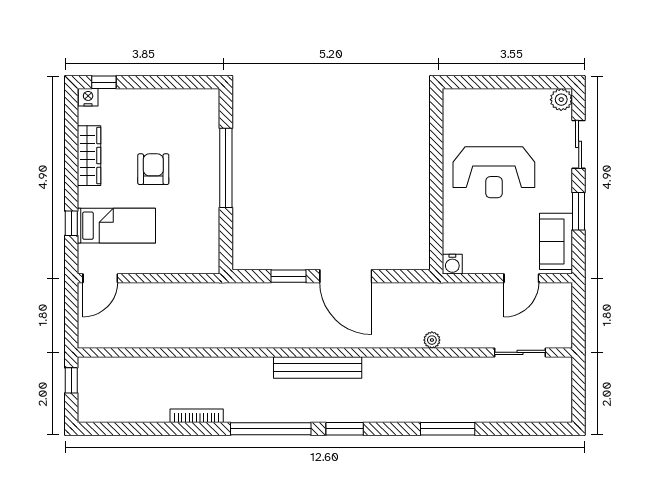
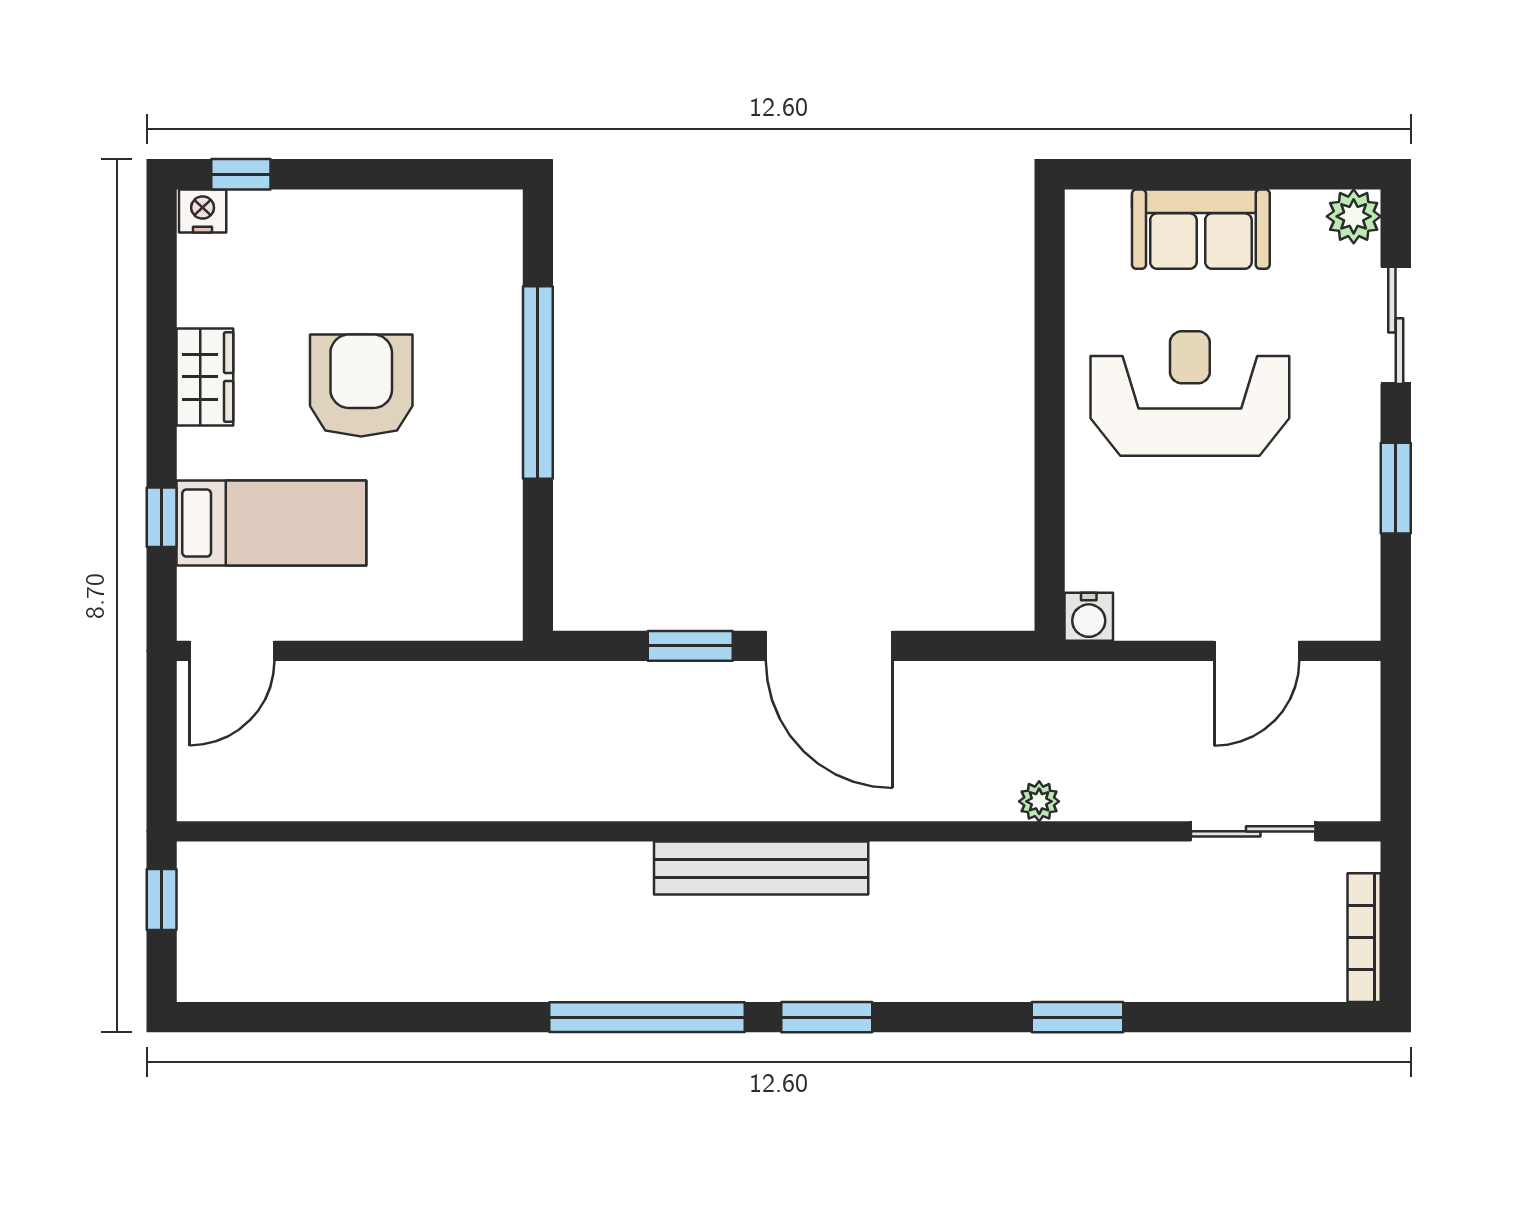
wardrobe: (89, 156) -> (205, 377), width x0.67
armchair: (153, 169) -> (361, 386), width x1.36, depth x1.36
reception desk: (494, 172) -> (1190, 393), turned 180
sofa: (556, 241) -> (1201, 229), moved, turned -90
bookcase: (197, 416) -> (1364, 938), moved, turned -90
window: (448, 429) -> (1077, 1017), width x0.69

